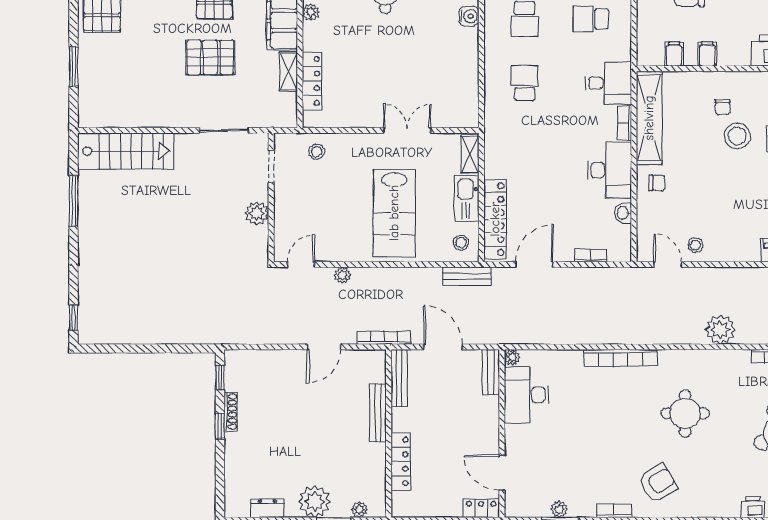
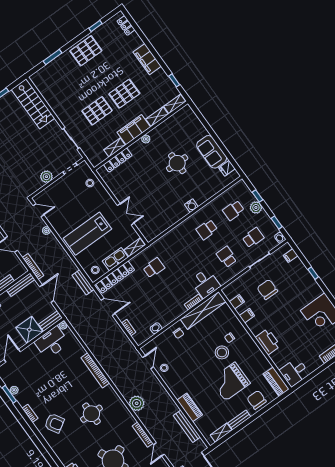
pallet: (210, 57) -> (97, 111), turned 90
school desk: (525, 83) -> (154, 268), moved
desk: (609, 170) -> (170, 310), removed
shower: (480, 416) -> (29, 330), added

